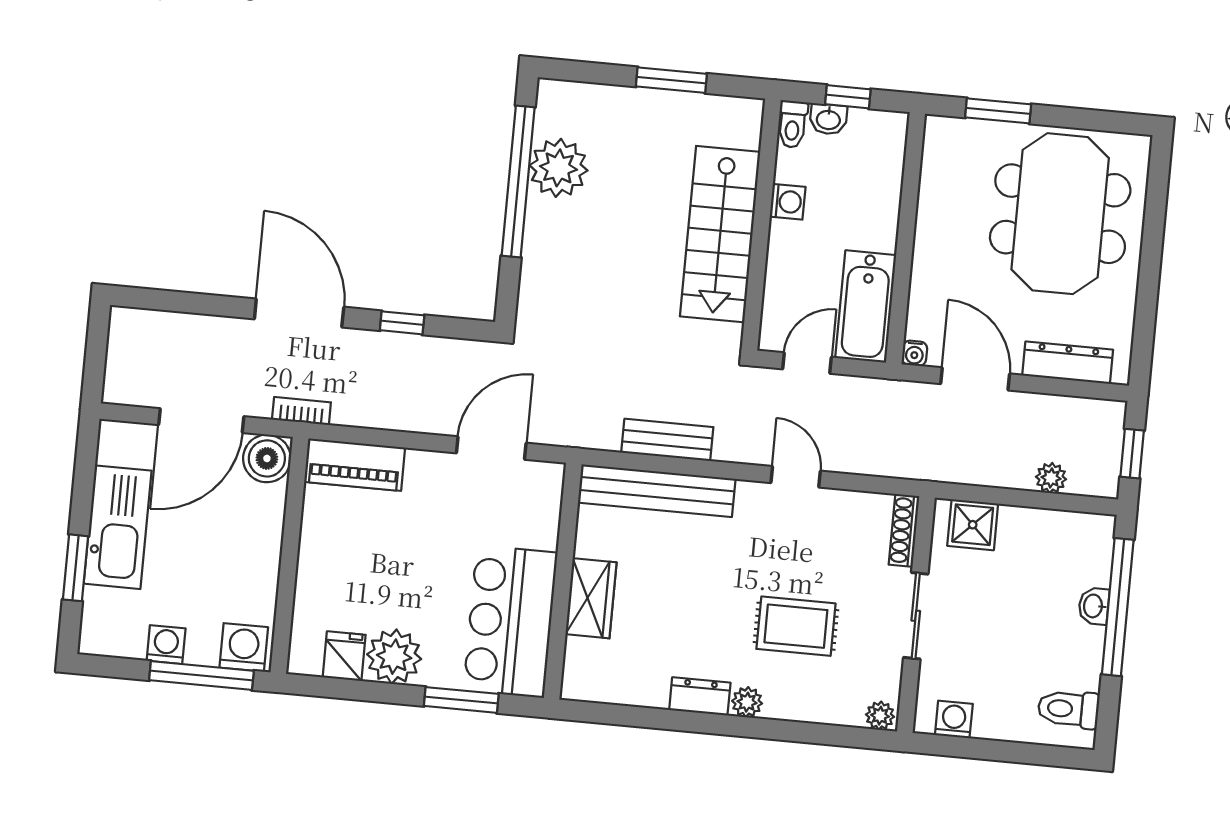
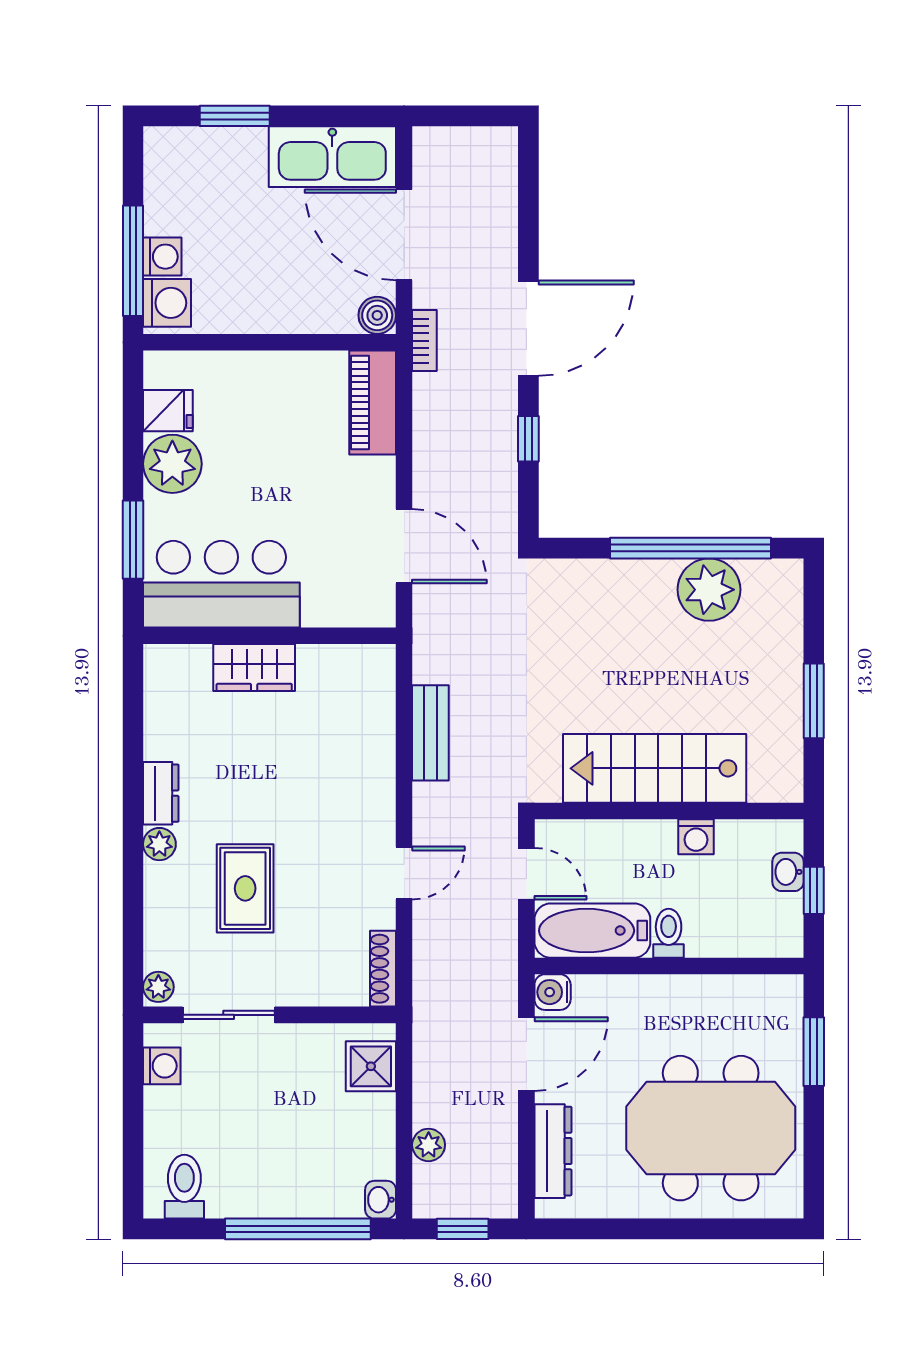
toilet: (793, 124) -> (669, 933), moved, turned 90
water cooler: (914, 353) -> (553, 992), width x1.38, depth x1.38
boiler: (267, 458) -> (377, 315), width x0.73, depth x0.73
bench: (657, 491) -> (375, 727), removed
kitchen sink: (118, 527) -> (332, 157), moved
shoe rack: (904, 530) -> (383, 969), moved, turned -90
washbasin: (1094, 606) -> (381, 1200), moved, turned -90
sliding door: (916, 616) -> (229, 1015), moved
washing machine: (166, 645) -> (162, 257), moved

